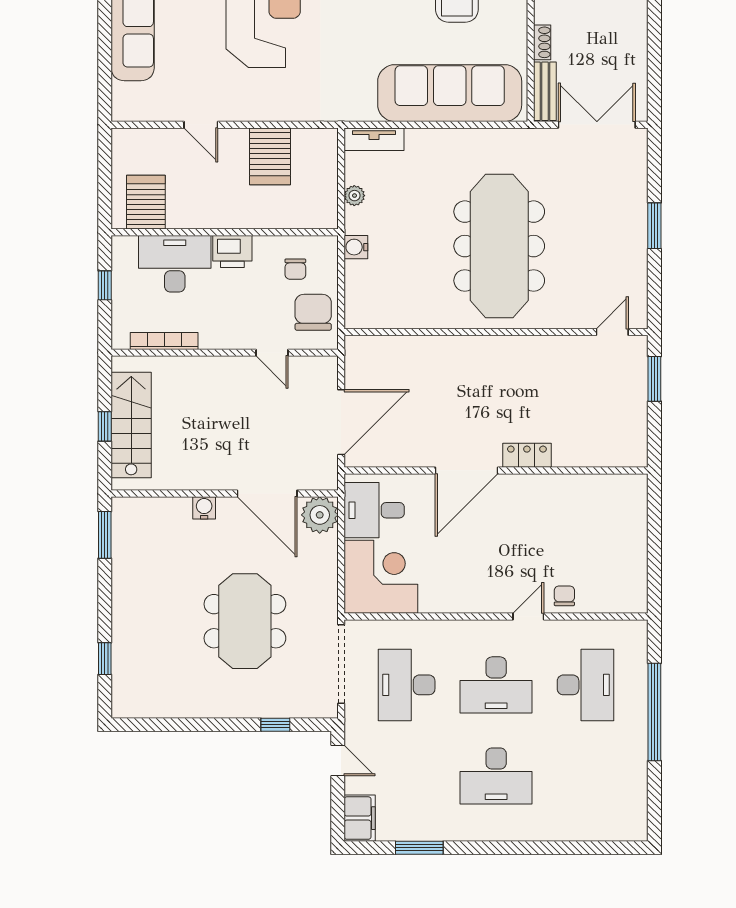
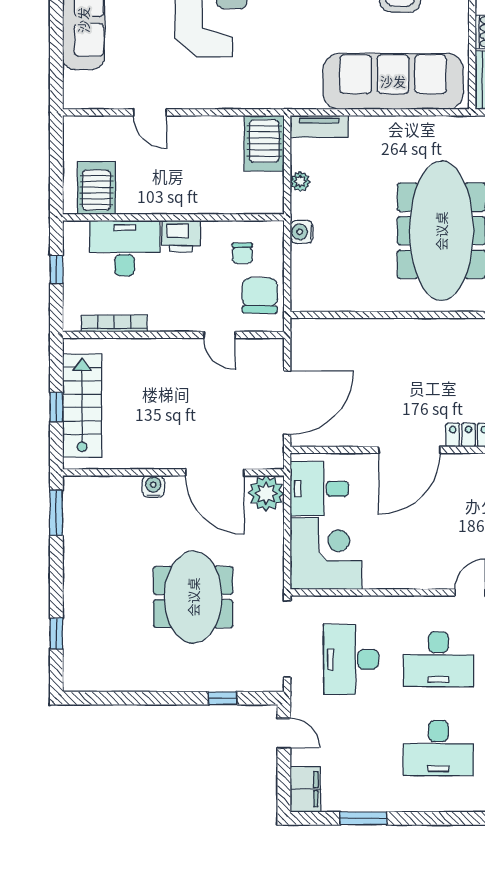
server rack: (270, 156) -> (264, 143), moved

